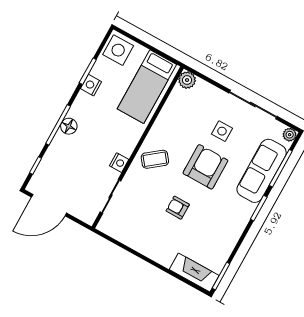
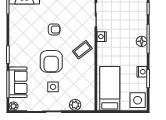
plant: (187, 80) -> (75, 105), moved
sofa: (262, 171) -> (18, 82), width x0.73

